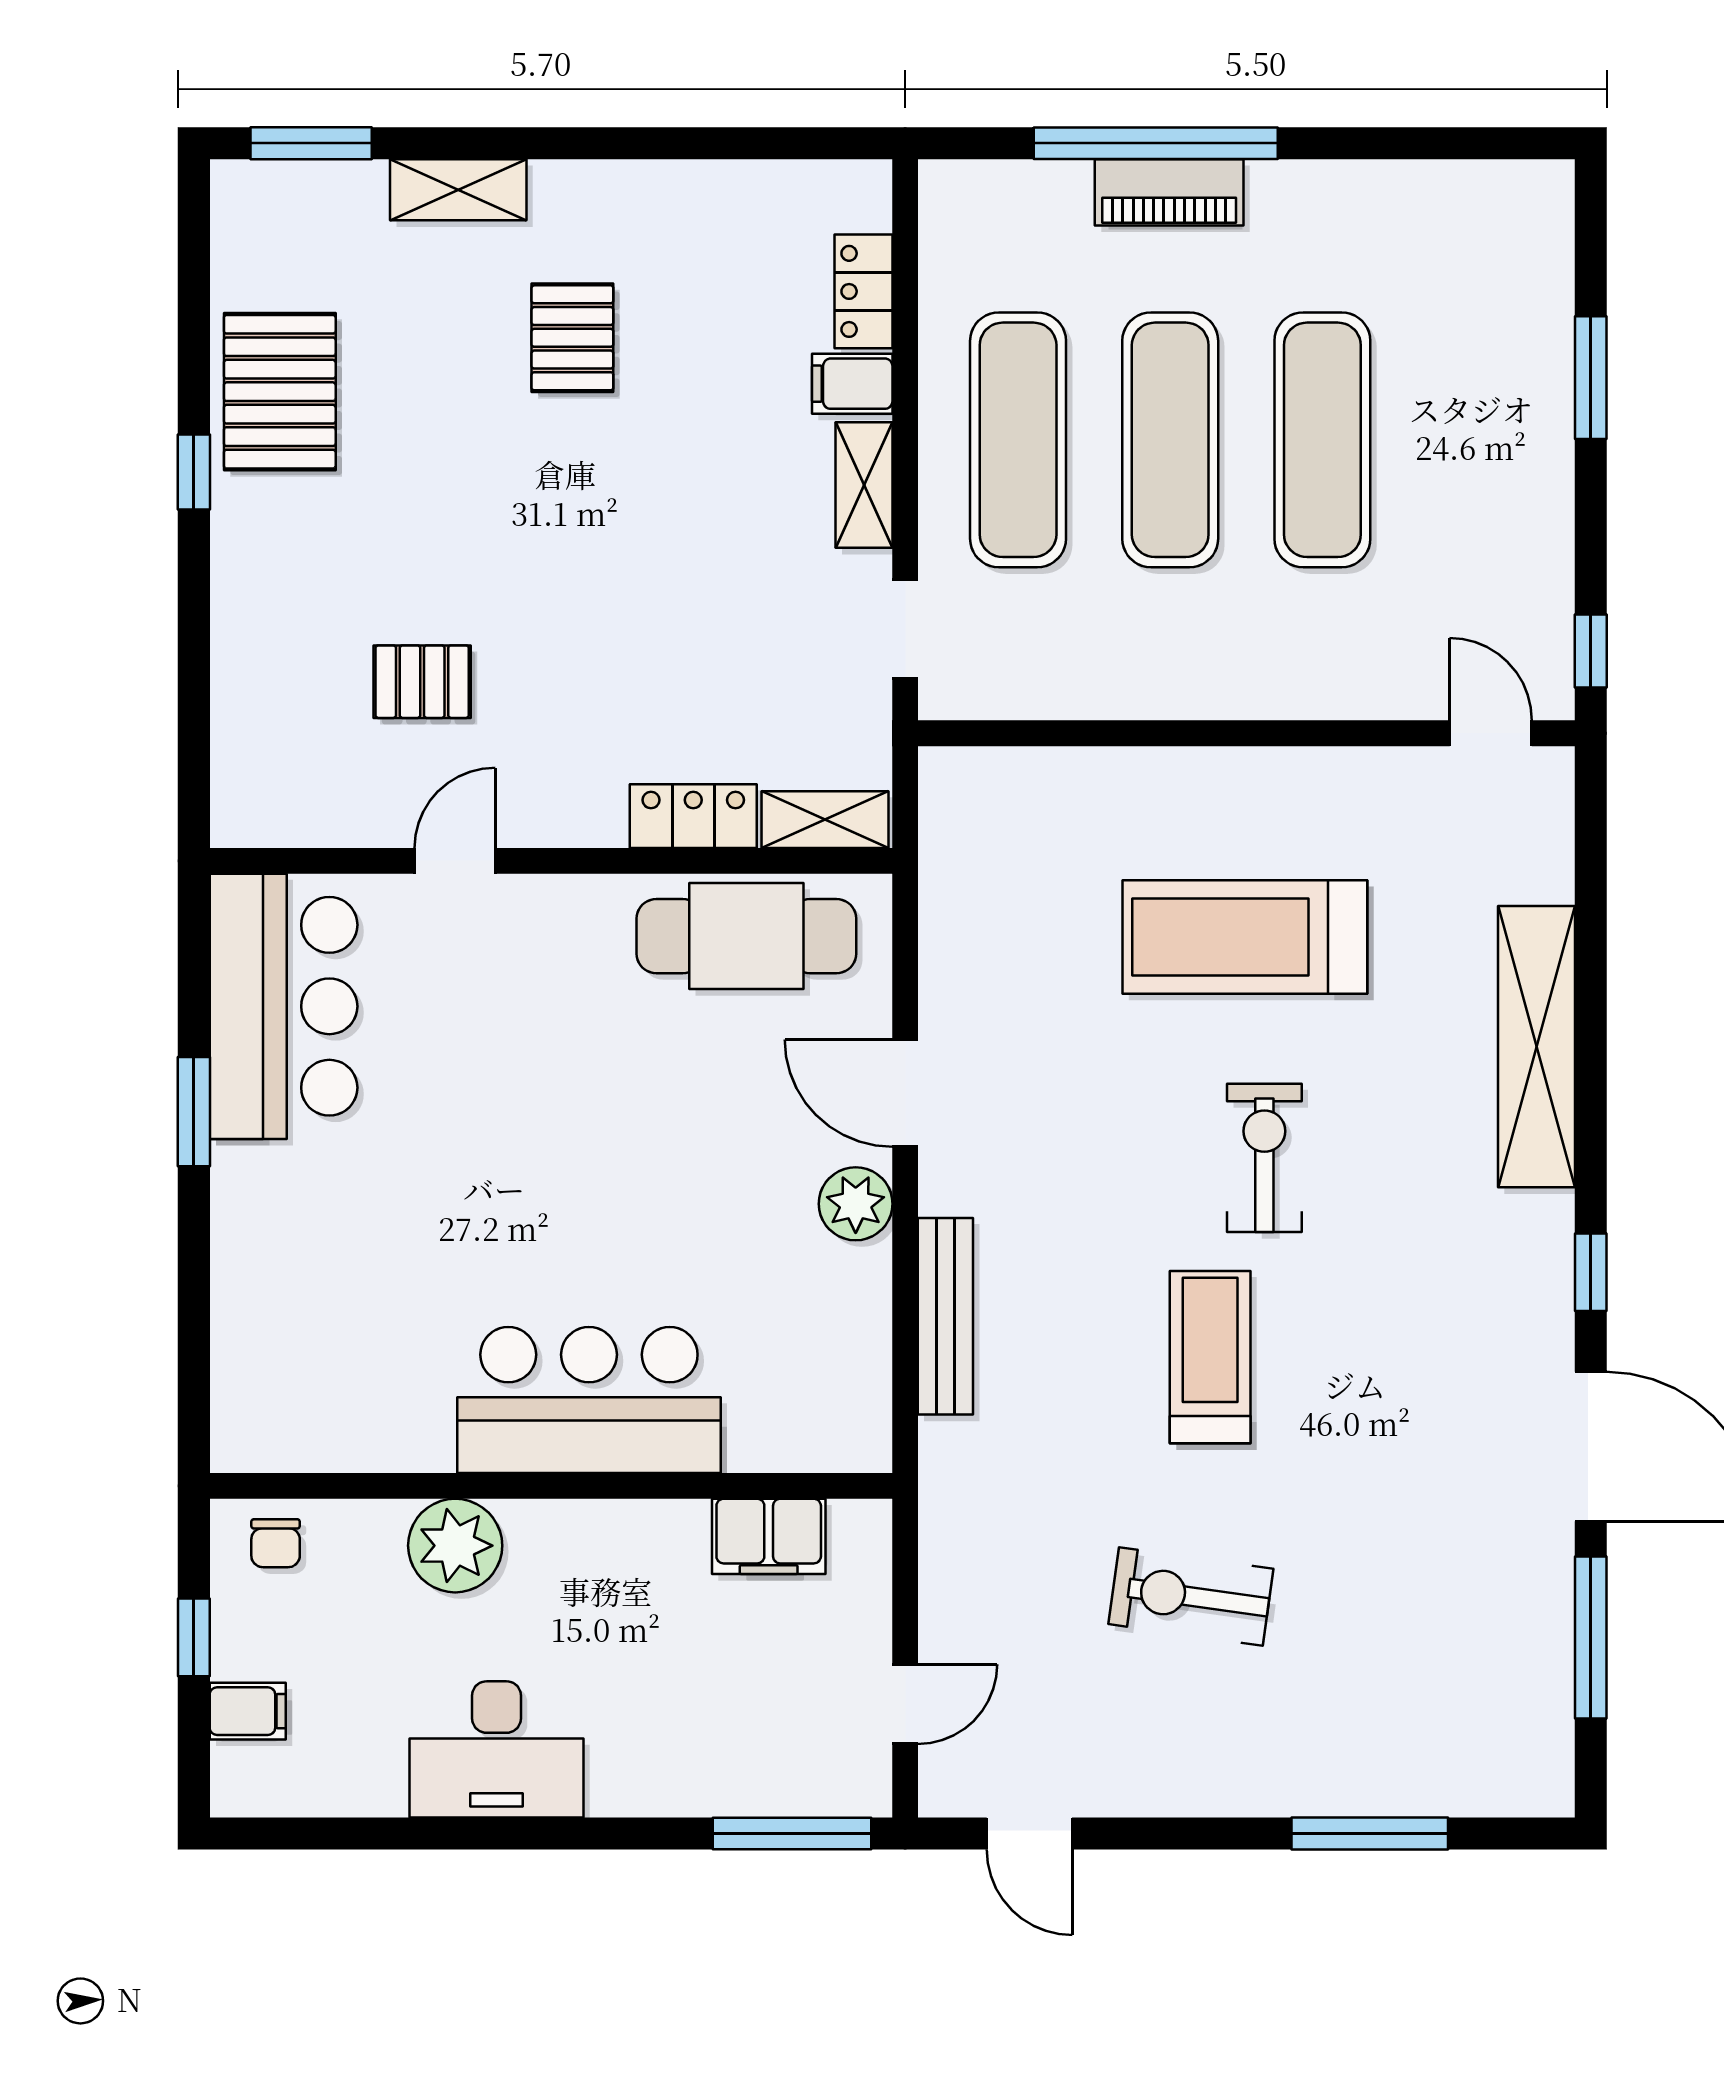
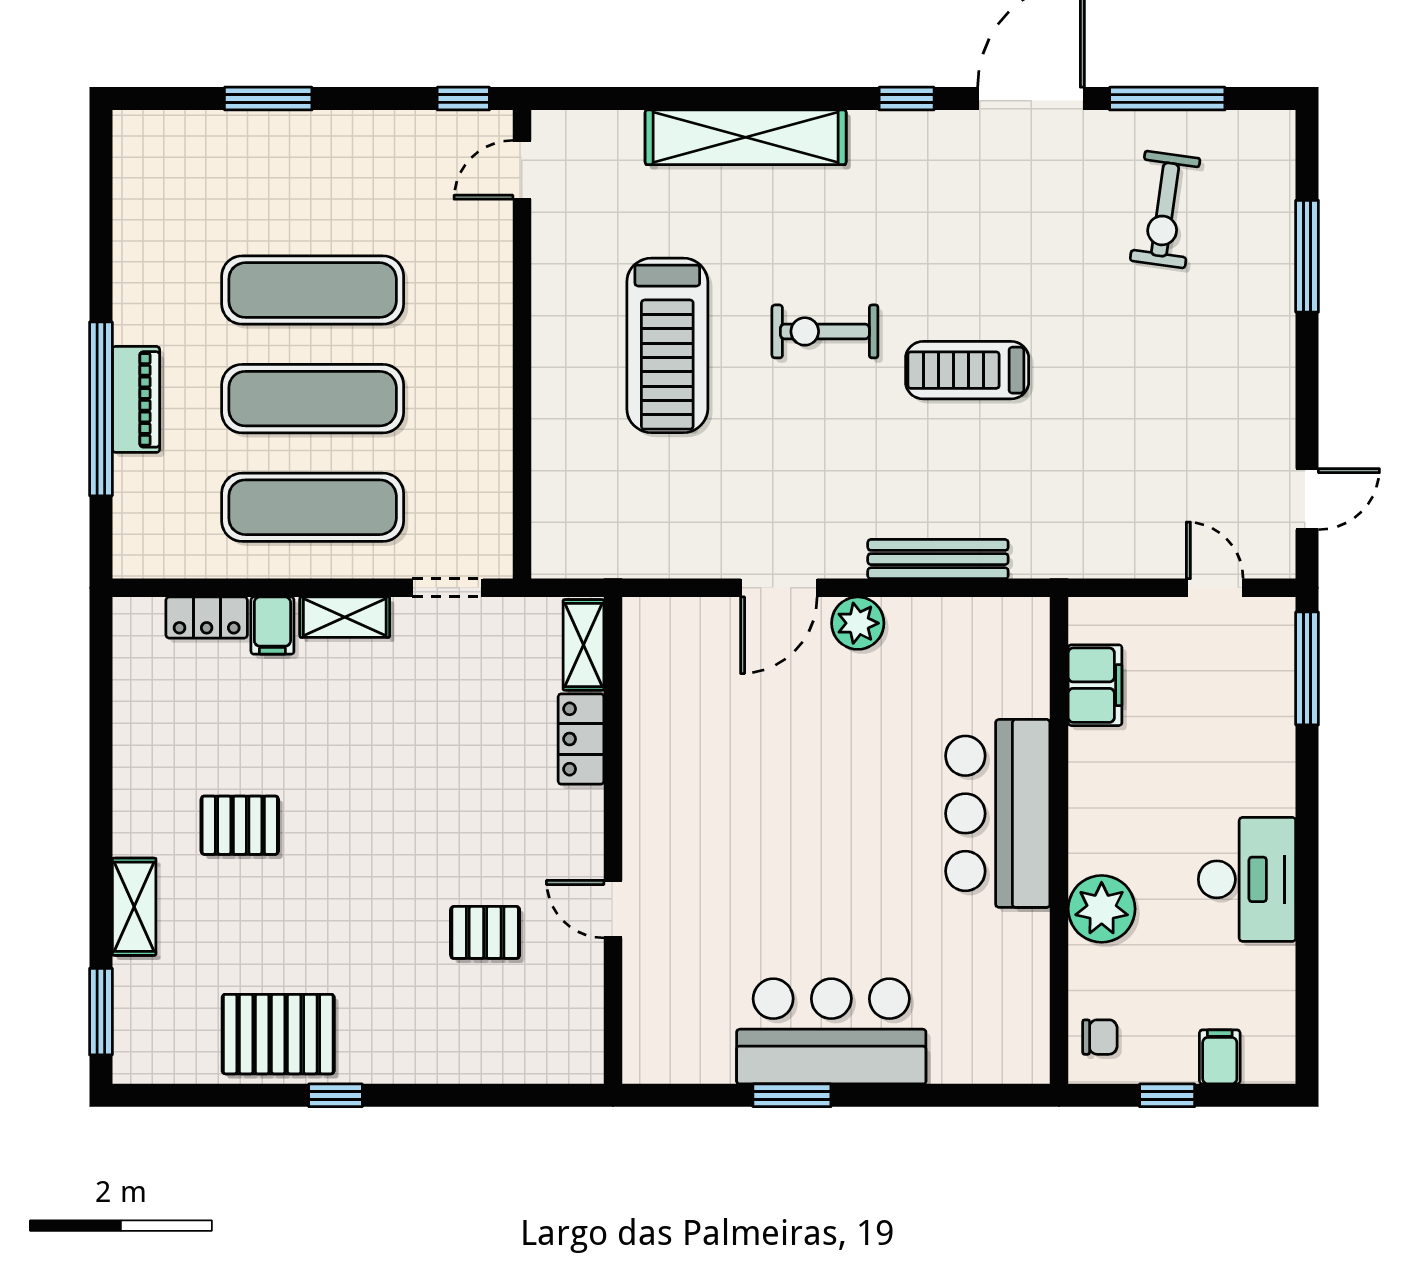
pallet: (422, 682) -> (485, 932), turned 90
cafe table: (746, 936) -> (667, 701), removed
bar counter: (284, 1006) -> (831, 1031), moved
exercise bike: (1191, 1596) -> (1165, 210), moved

